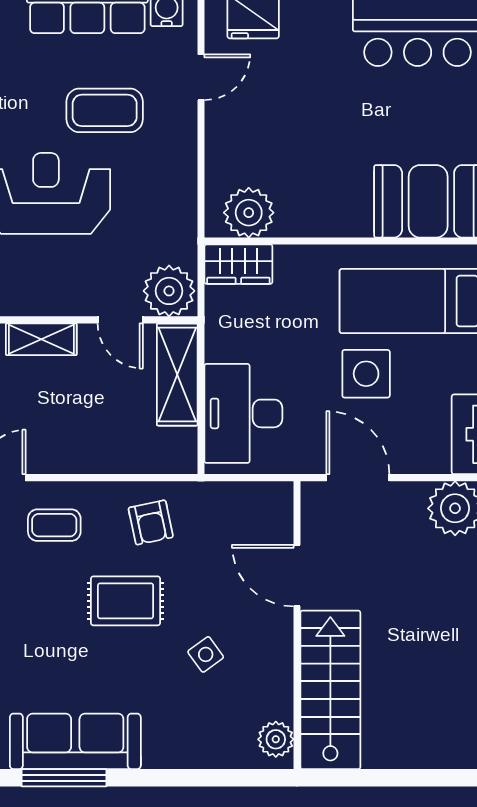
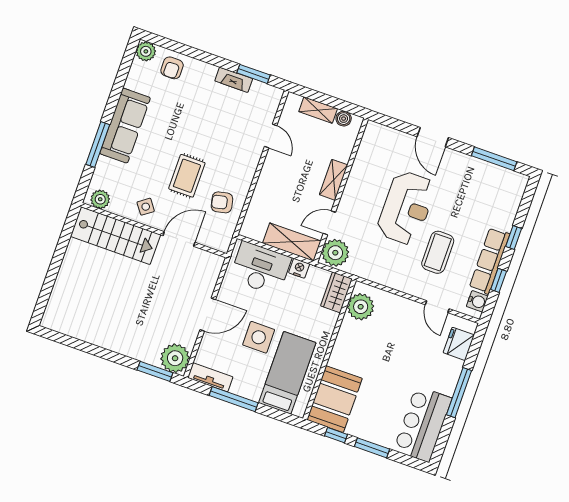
nightstand: (219, 345) -> (299, 268), added
coffee table: (54, 525) -> (238, 153), removed
door: (297, 576) -> (179, 239), moved
wall: (297, 625) -> (154, 230), moved
stairs: (330, 690) -> (115, 236), moved
plant: (276, 739) -> (100, 199), moved
window: (64, 778) -> (98, 144), moved

